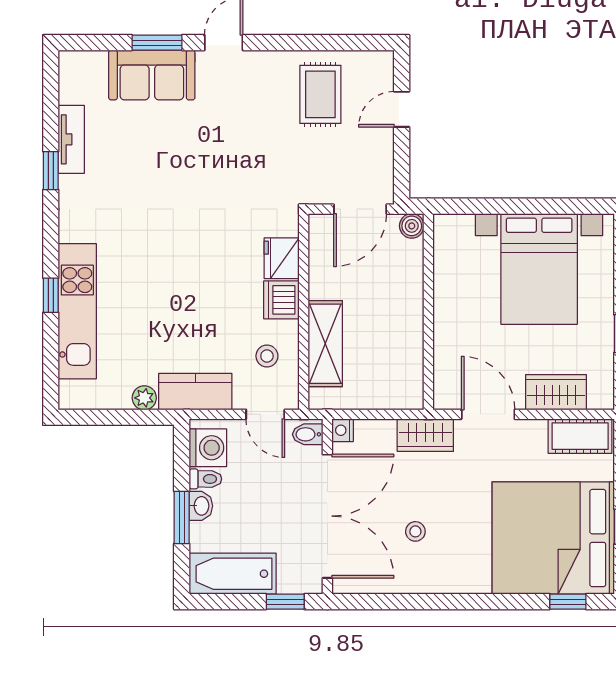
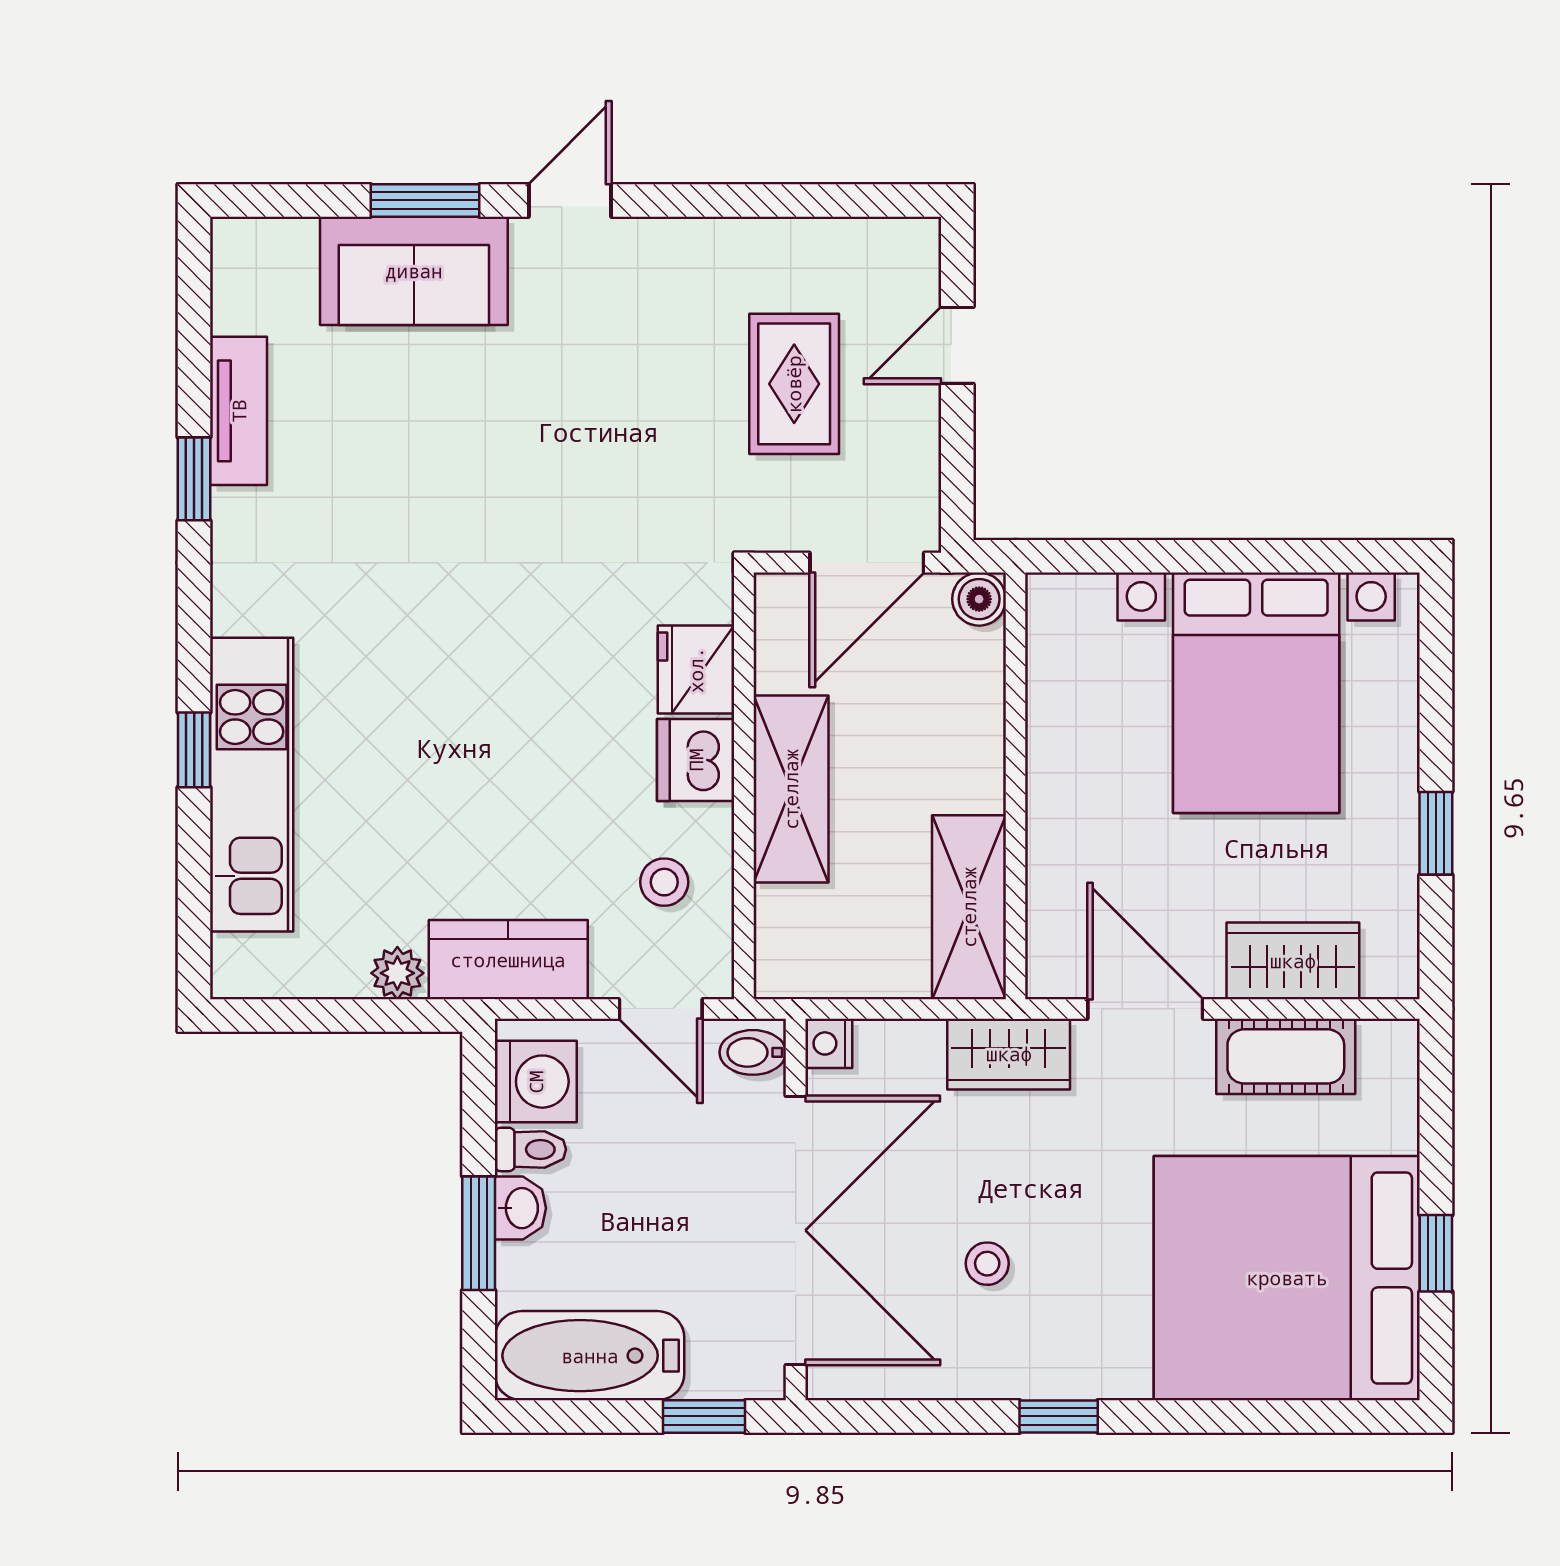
rug: (320, 94) -> (794, 384), moved
shelving: (325, 344) -> (791, 789), moved
shelving: (407, 368) -> (969, 907), added
cot: (580, 436) -> (1286, 1056), moved
window: (568, 602) -> (1059, 1416), moved

